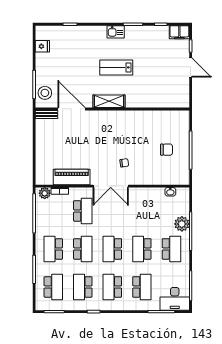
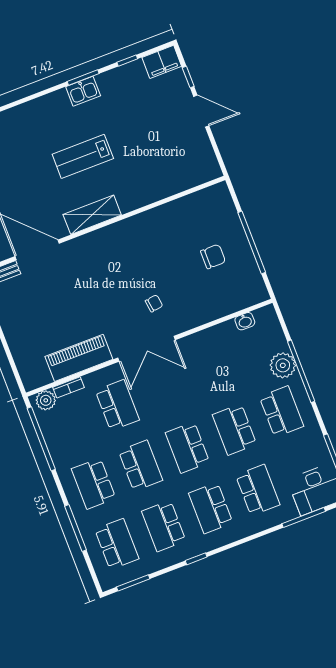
kitchen sink: (116, 32) -> (83, 91), moved

